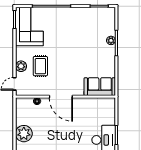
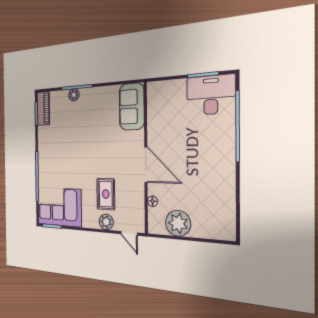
piano: (103, 13) -> (43, 109), added
rug: (40, 66) -> (106, 194), turned 90
door: (61, 97) -> (146, 165), hinge flipped
plant: (24, 134) -> (178, 223), moved

